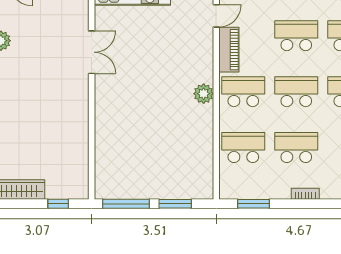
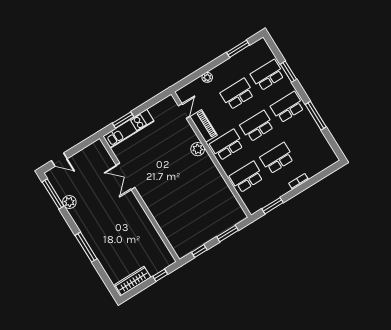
double door: (92, 52) -> (126, 176), swing flipped
plant: (204, 94) -> (198, 149), moved
window: (126, 204) -> (199, 251), width x0.46

